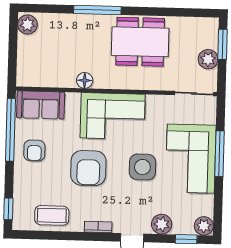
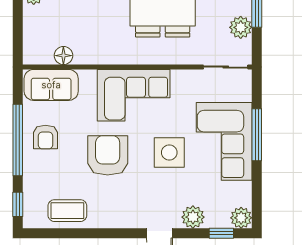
floor lamp: (85, 80) -> (63, 56), moved
window: (11, 130) -> (18, 140), moved
armchair: (88, 168) -> (108, 155), turned 180
bookcase: (98, 227) -> (121, 222), removed

